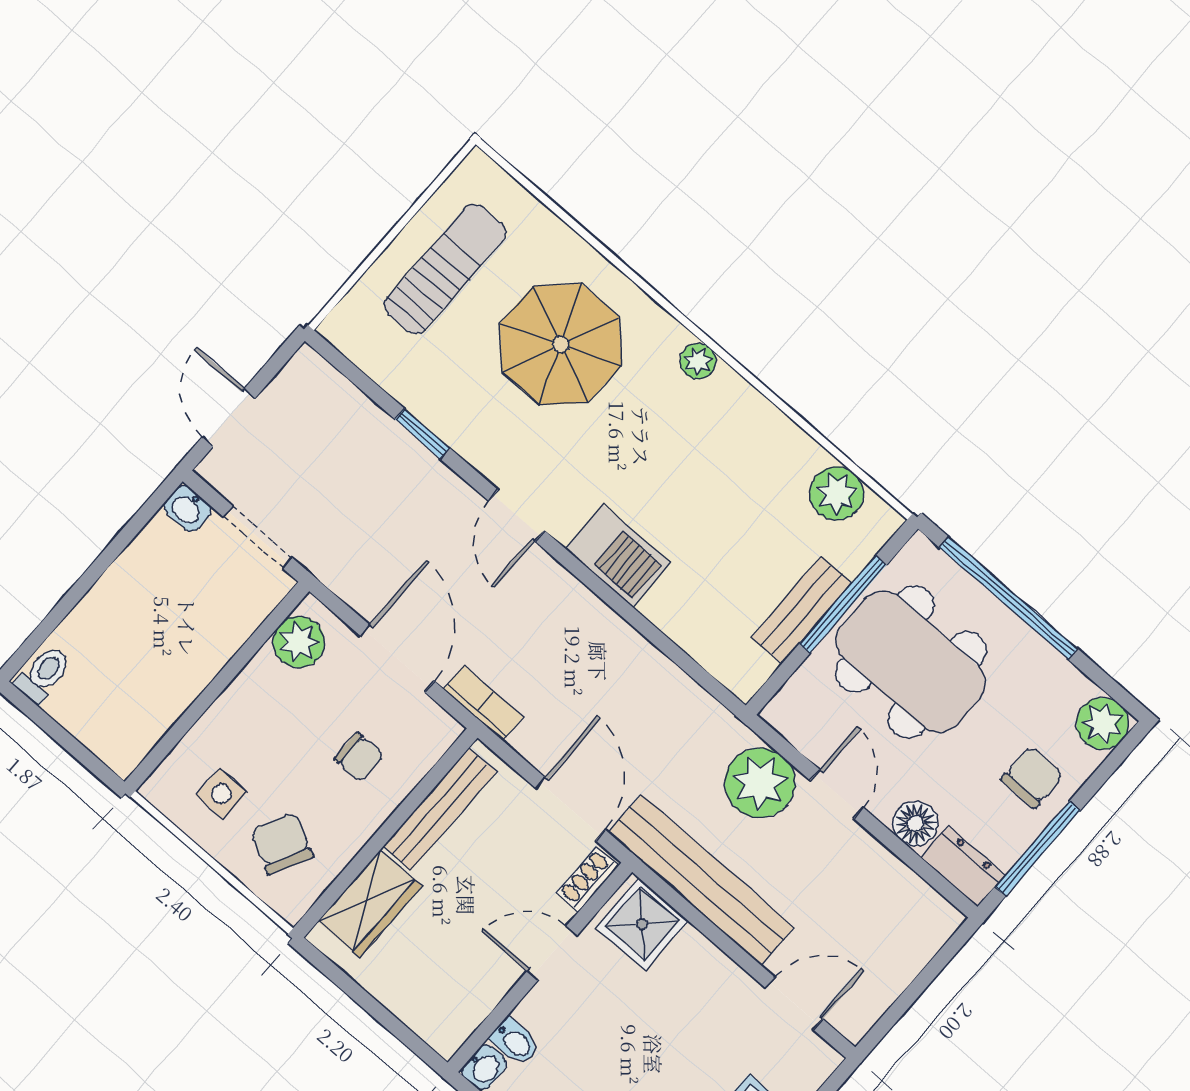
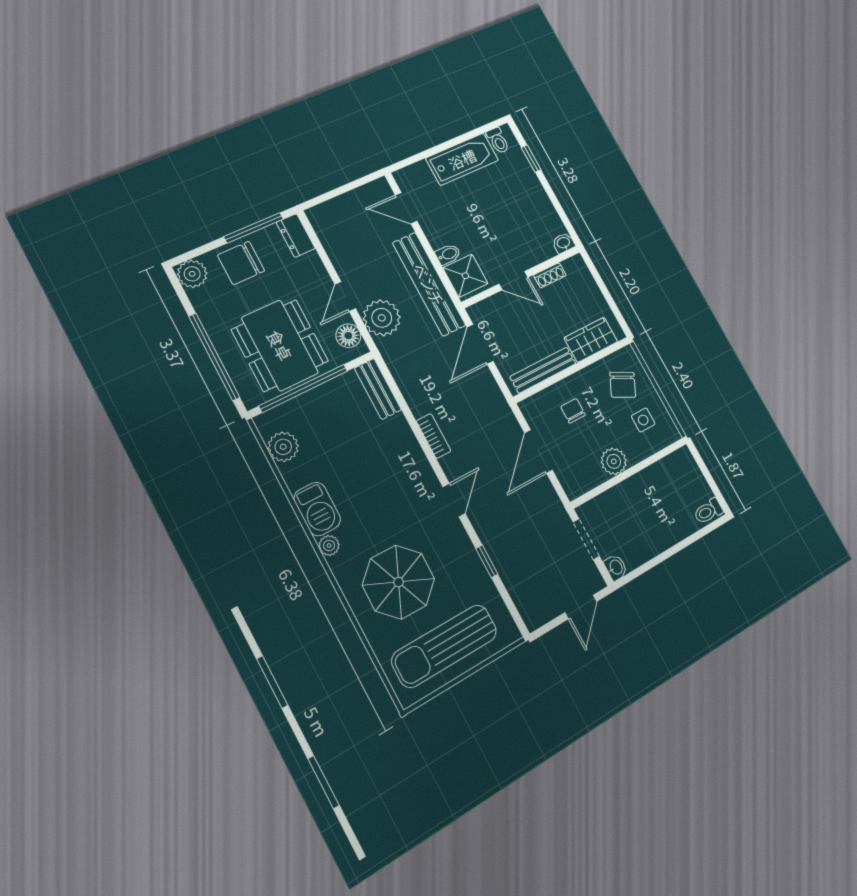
sun lounger: (445, 269) -> (444, 646), width x1.36, depth x1.34
barbecue: (618, 556) -> (317, 509), moved, turned 180
window: (843, 605) -> (304, 388), width x1.46
bench: (801, 610) -> (378, 389), moved, turned 90
plant: (299, 642) -> (614, 461), moved
bookcase: (483, 703) -> (434, 436), moved, turned 180
chair: (1032, 777) -> (241, 263), width x1.37, depth x1.37
floor lamp: (916, 823) -> (348, 336), moved
shoe rack: (587, 879) -> (550, 275), moved
bidet: (515, 1041) -> (448, 254), moved, turned 90

